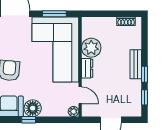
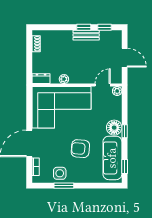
window: (54, 14) -> (29, 108), removed
plant: (91, 48) -> (64, 79), width x0.53, depth x0.53
bench: (136, 64) -> (86, 35), moved
dresser: (87, 68) -> (41, 79), moved

